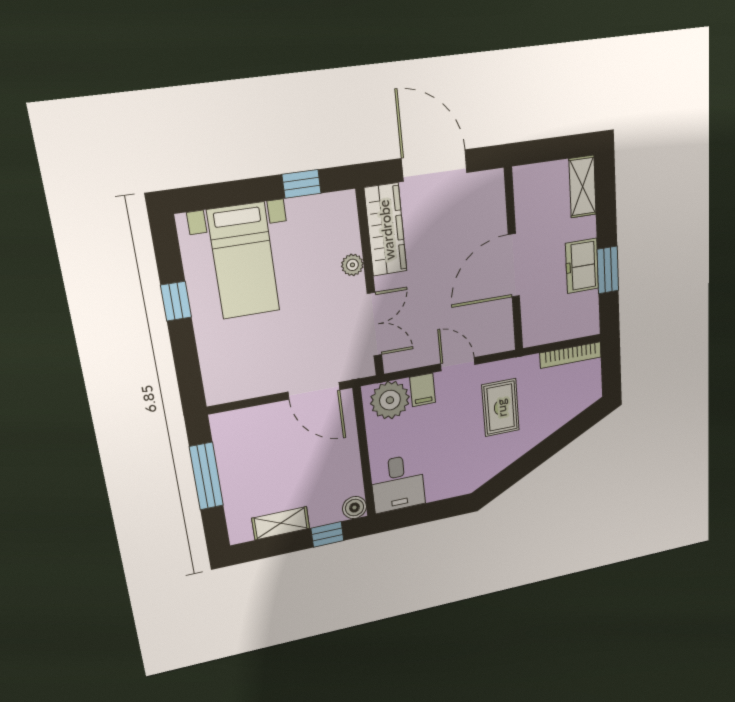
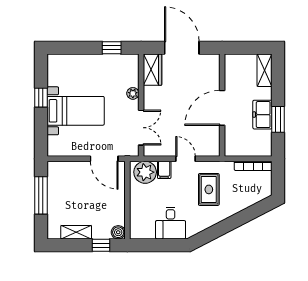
wardrobe: (386, 230) -> (153, 70), width x0.67
bed with nightstands: (244, 261) -> (76, 111), moved, turned -90
desk: (398, 483) -> (171, 223), moved

